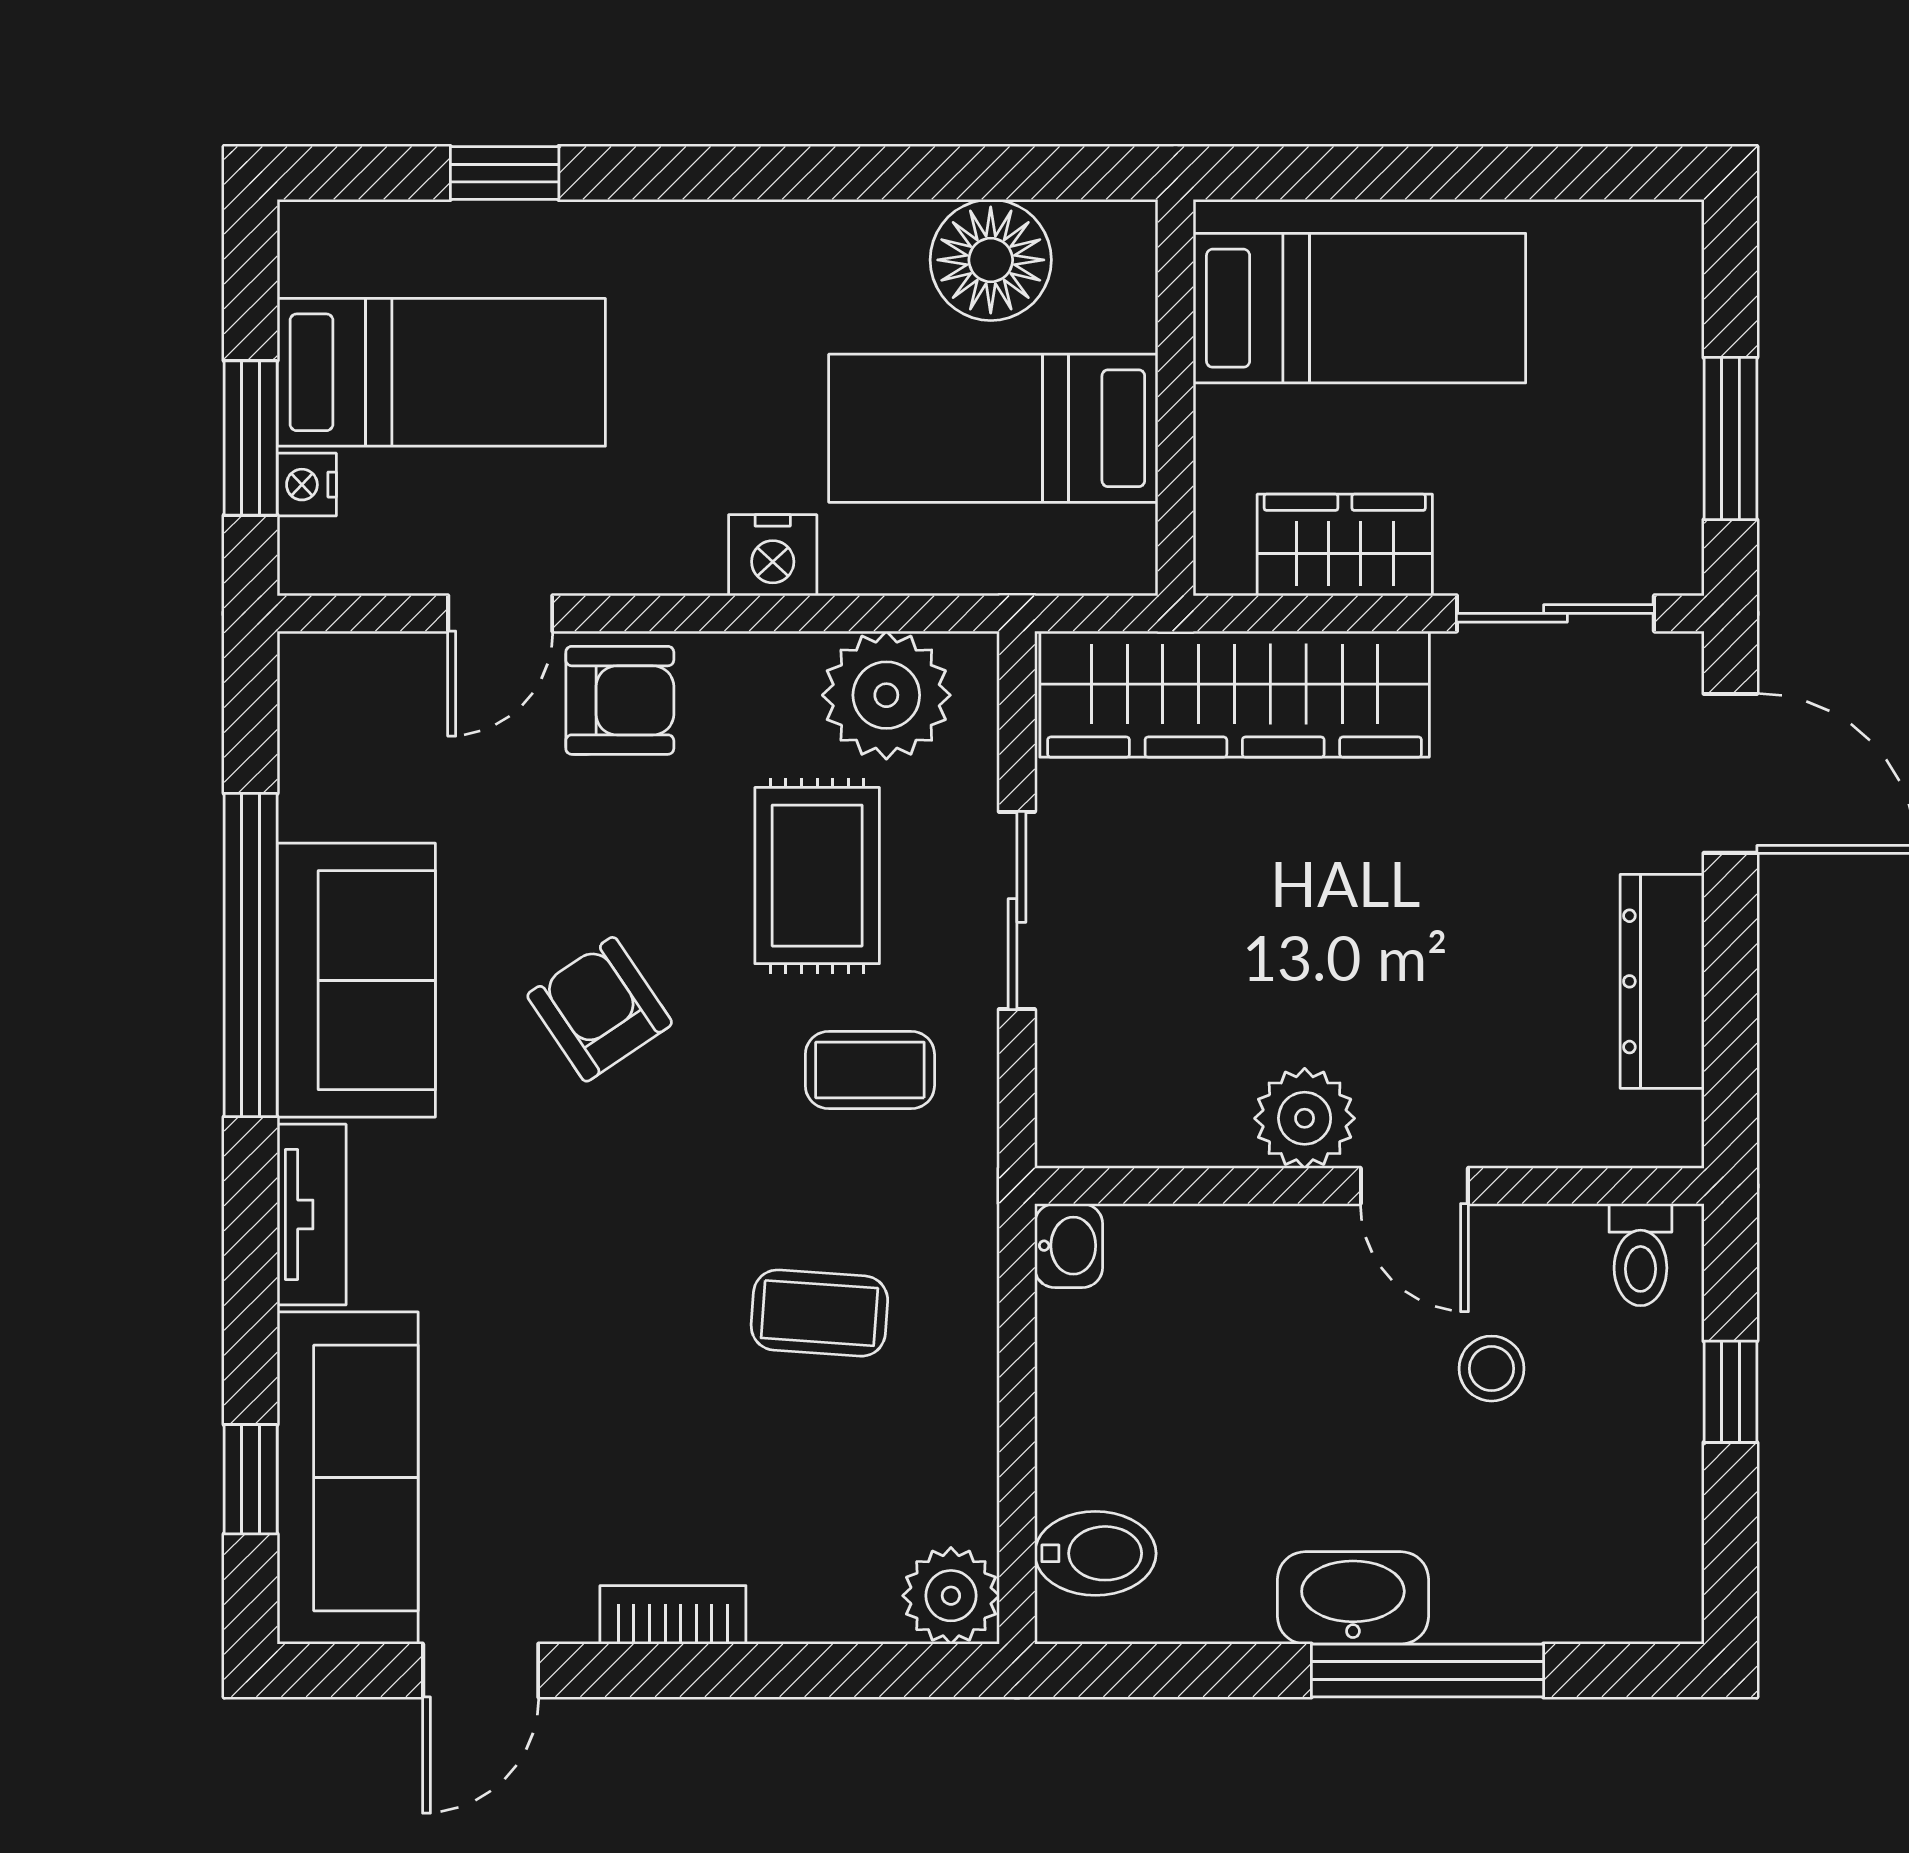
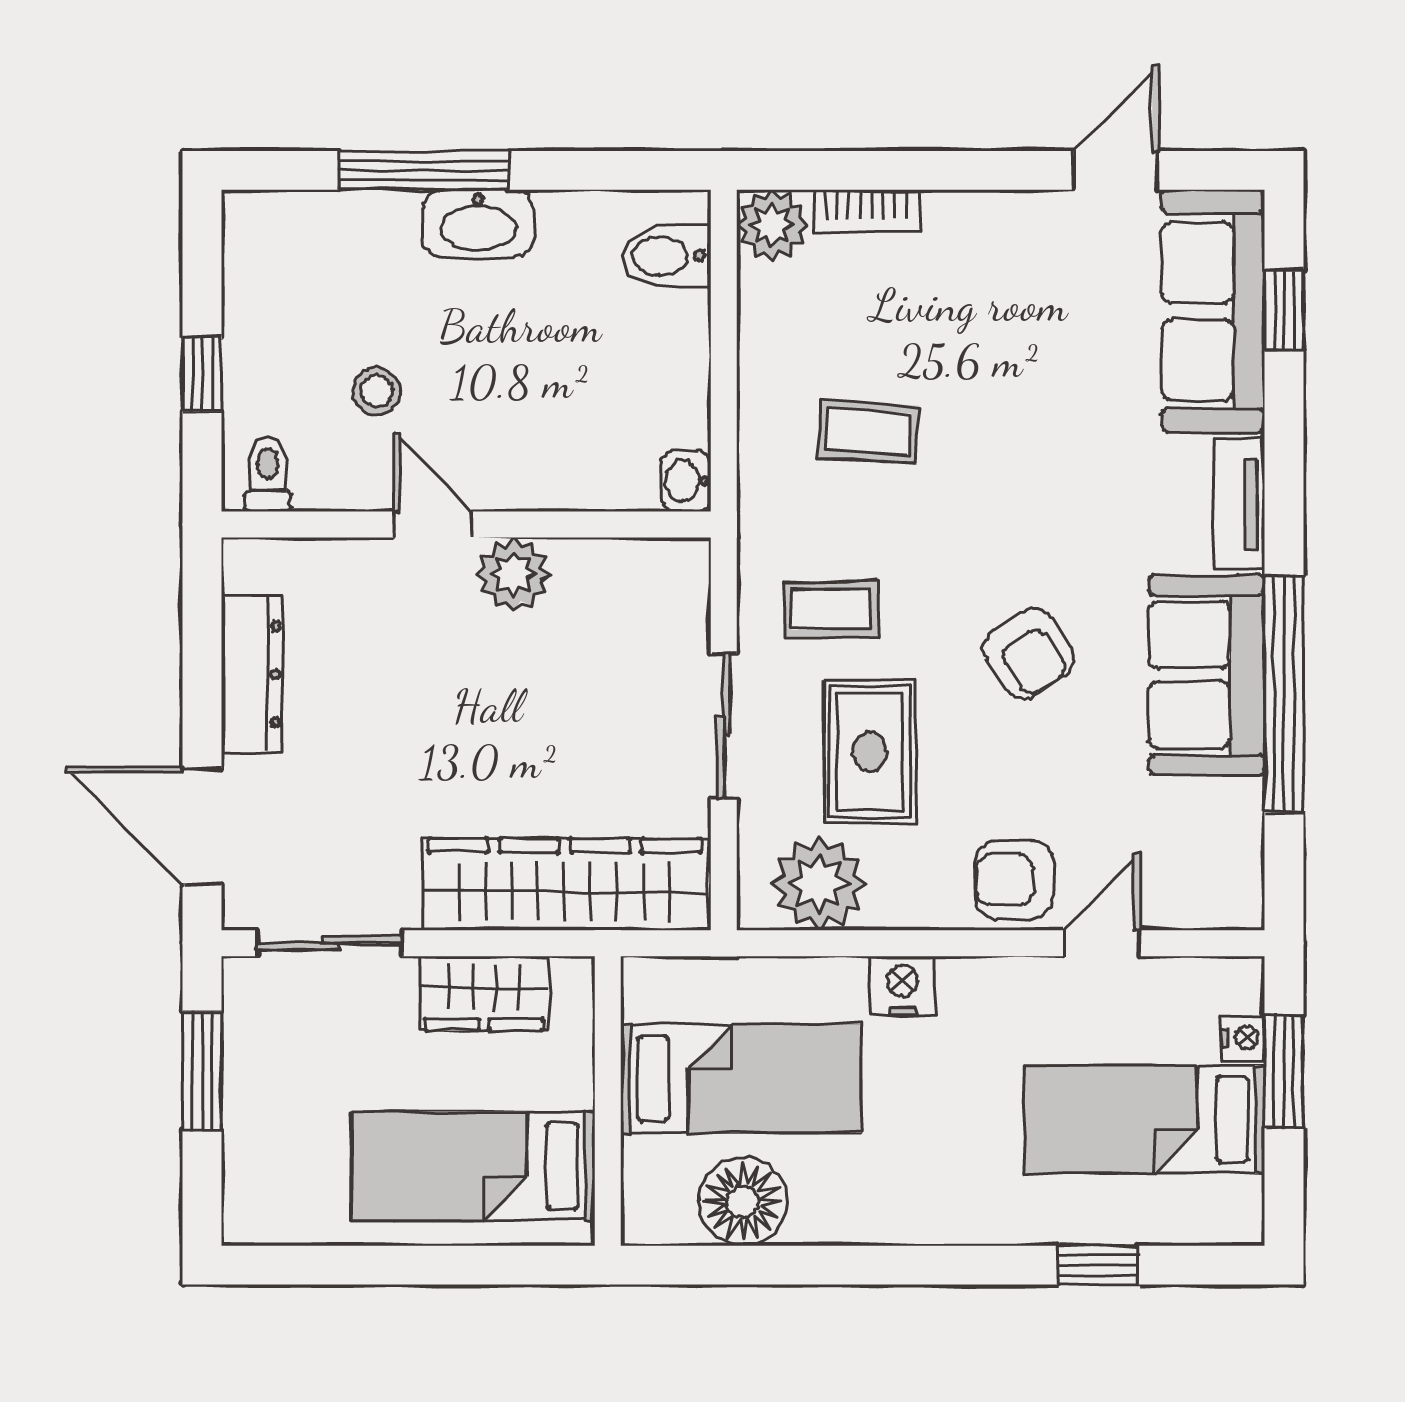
bookcase: (673, 1615) -> (866, 211), moved

